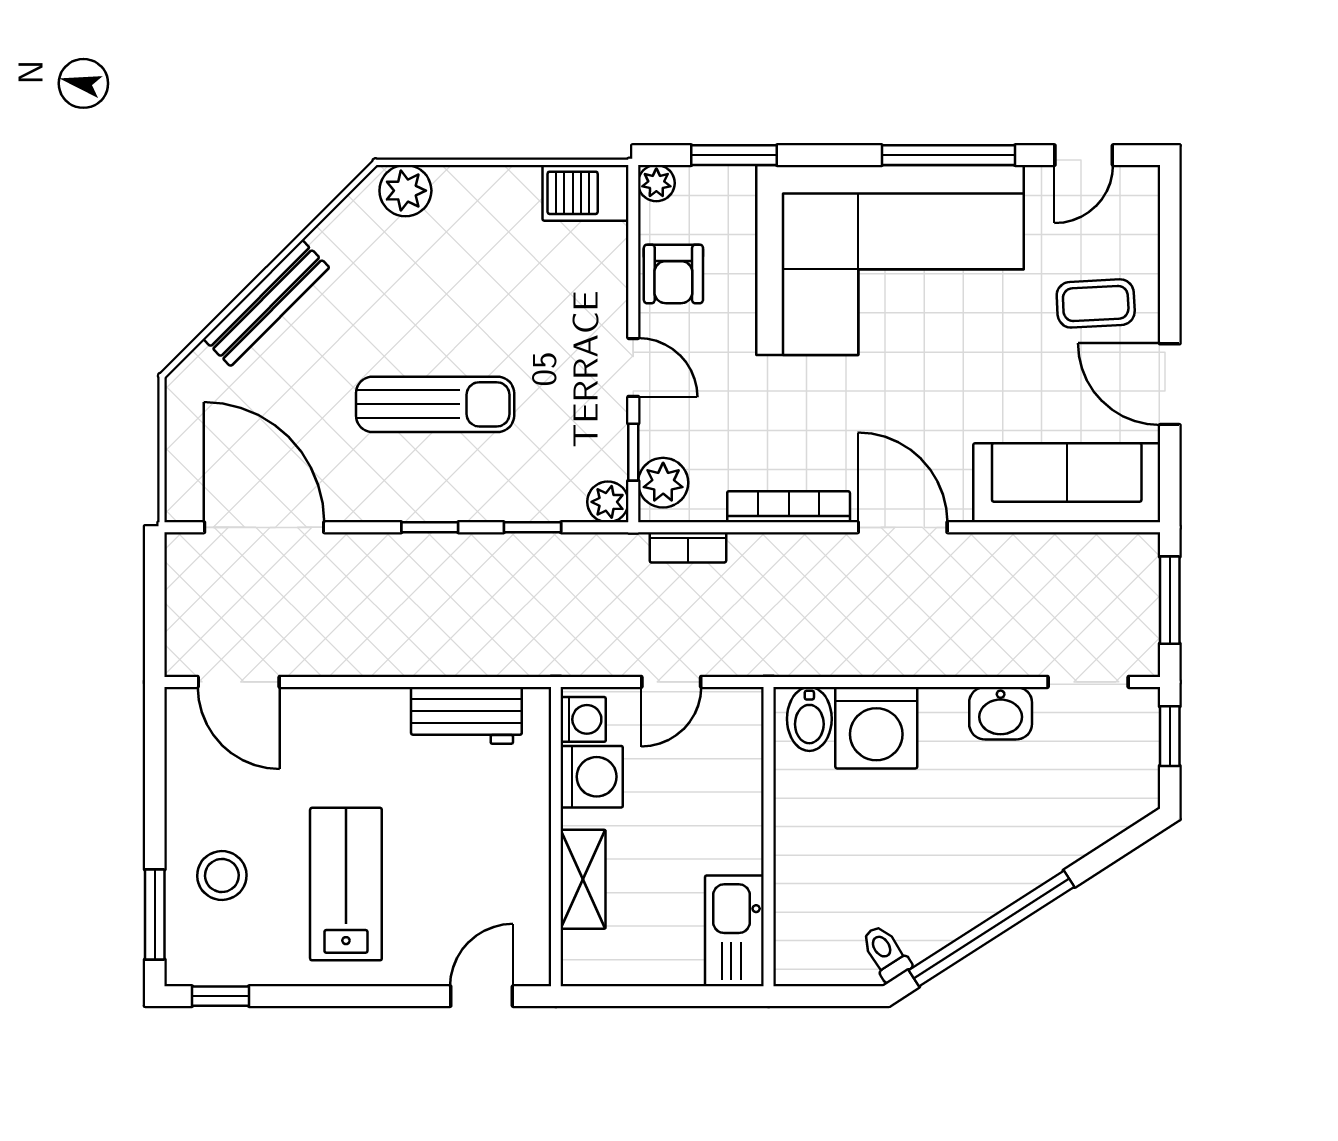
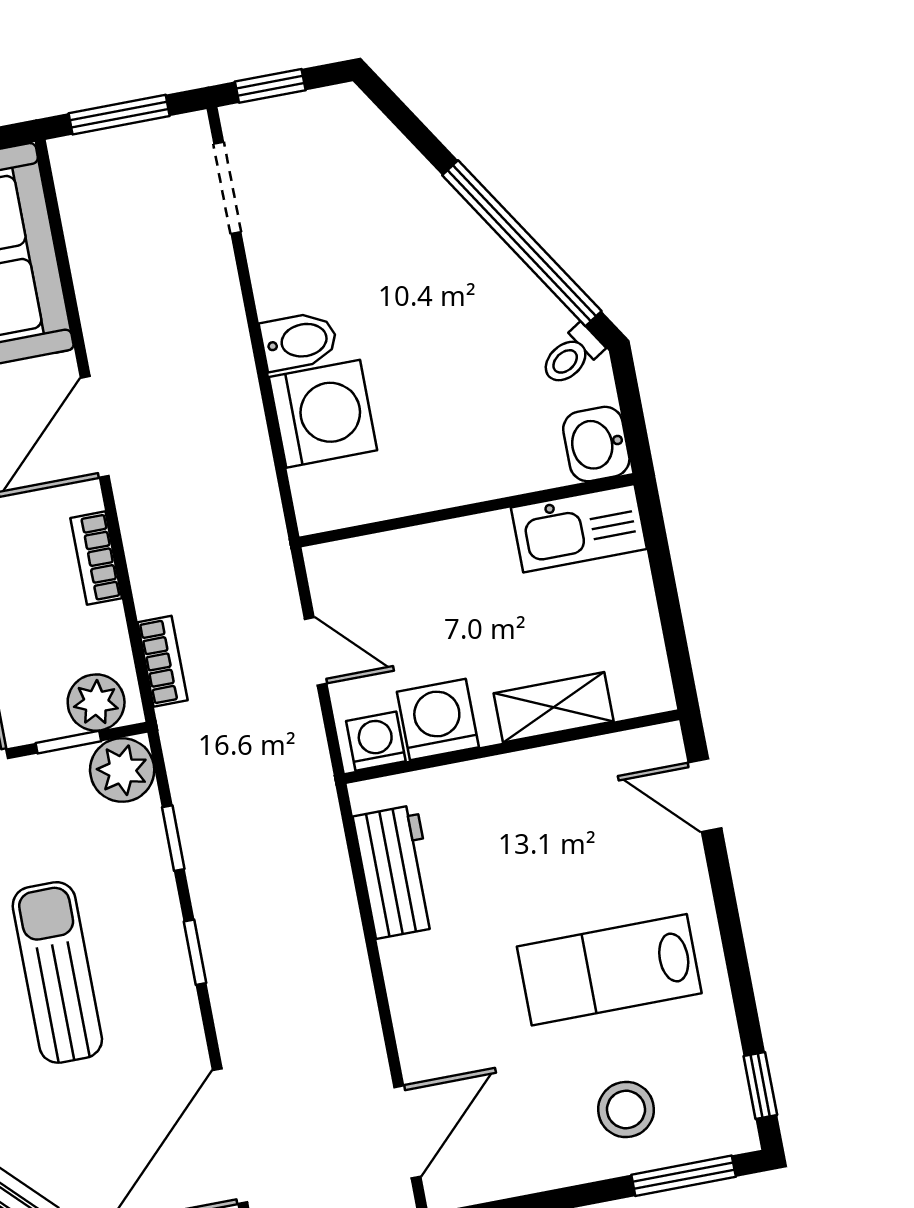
plant: (608, 502) -> (122, 770), width x1.38, depth x1.38
bookcase: (789, 507) -> (96, 558), width x0.64
washbasin: (1001, 713) -> (596, 444), moved, turned 180
bidet: (809, 719) -> (299, 341), moved

